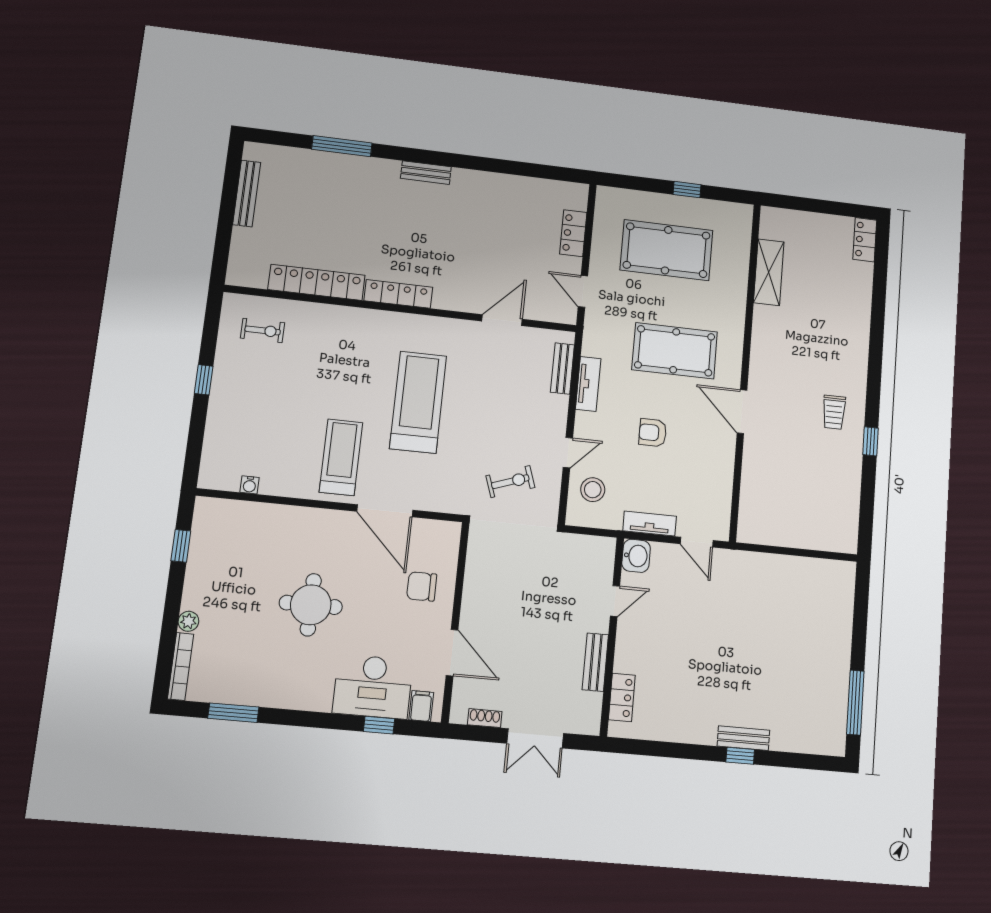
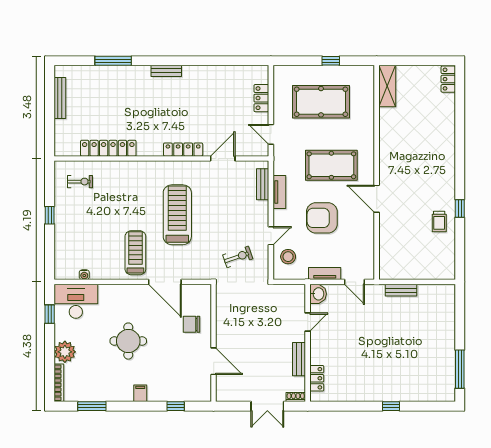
shelving: (769, 272) -> (387, 86), moved
locker: (398, 294) -> (183, 150), moved
trolley: (834, 412) -> (439, 221), moved
armchair: (653, 433) -> (322, 218), width x1.88, depth x1.88
plant: (188, 621) -> (65, 352), width x1.88, depth x1.88
desk: (373, 687) -> (76, 301), moved, turned 180
filing cabinet: (421, 706) -> (140, 393), moved
shoe rack: (485, 718) -> (296, 397), moved
bench: (743, 738) -> (401, 290), moved

